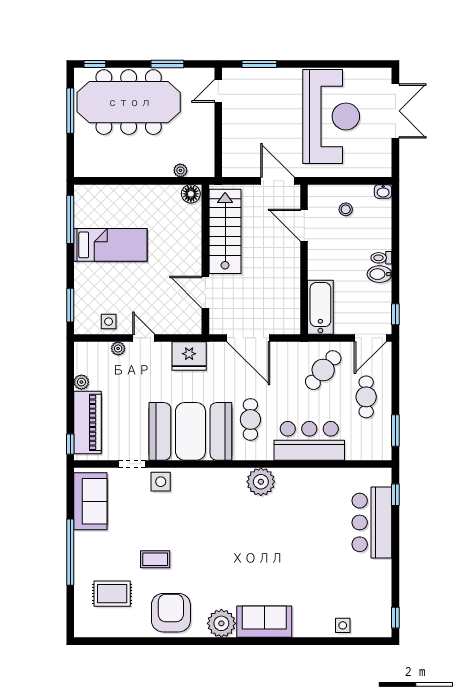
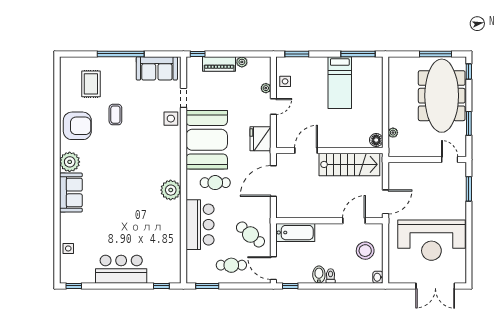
stool: (346, 209) -> (365, 251), width x1.89, depth x1.89
piano: (88, 422) -> (219, 64), width x0.73, depth x0.75
bar counter: (372, 522) -> (121, 269), moved

